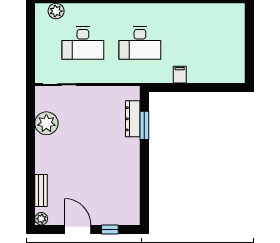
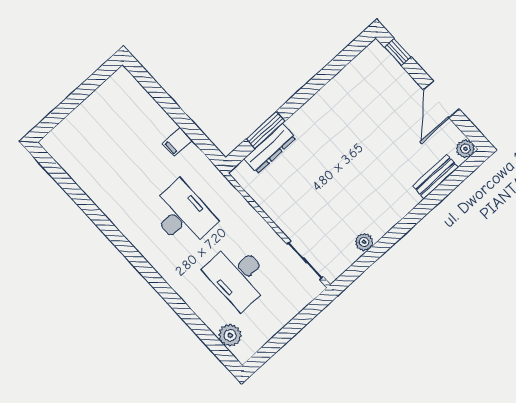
desk: (83, 43) -> (238, 276), turned 180
plant: (46, 123) -> (364, 242), width x0.53, depth x0.53
window: (110, 229) -> (398, 52), moved

